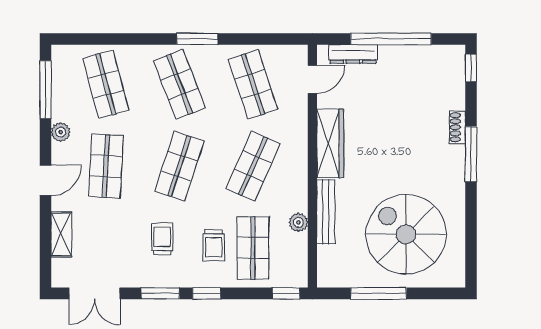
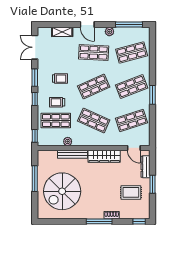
window: (391, 39) -> (152, 184), width x0.47
rug: (408, 86) -> (131, 192), added
shop shelf: (179, 166) -> (94, 86), turned -42
spiral stairs: (406, 234) -> (62, 191), turned 180

